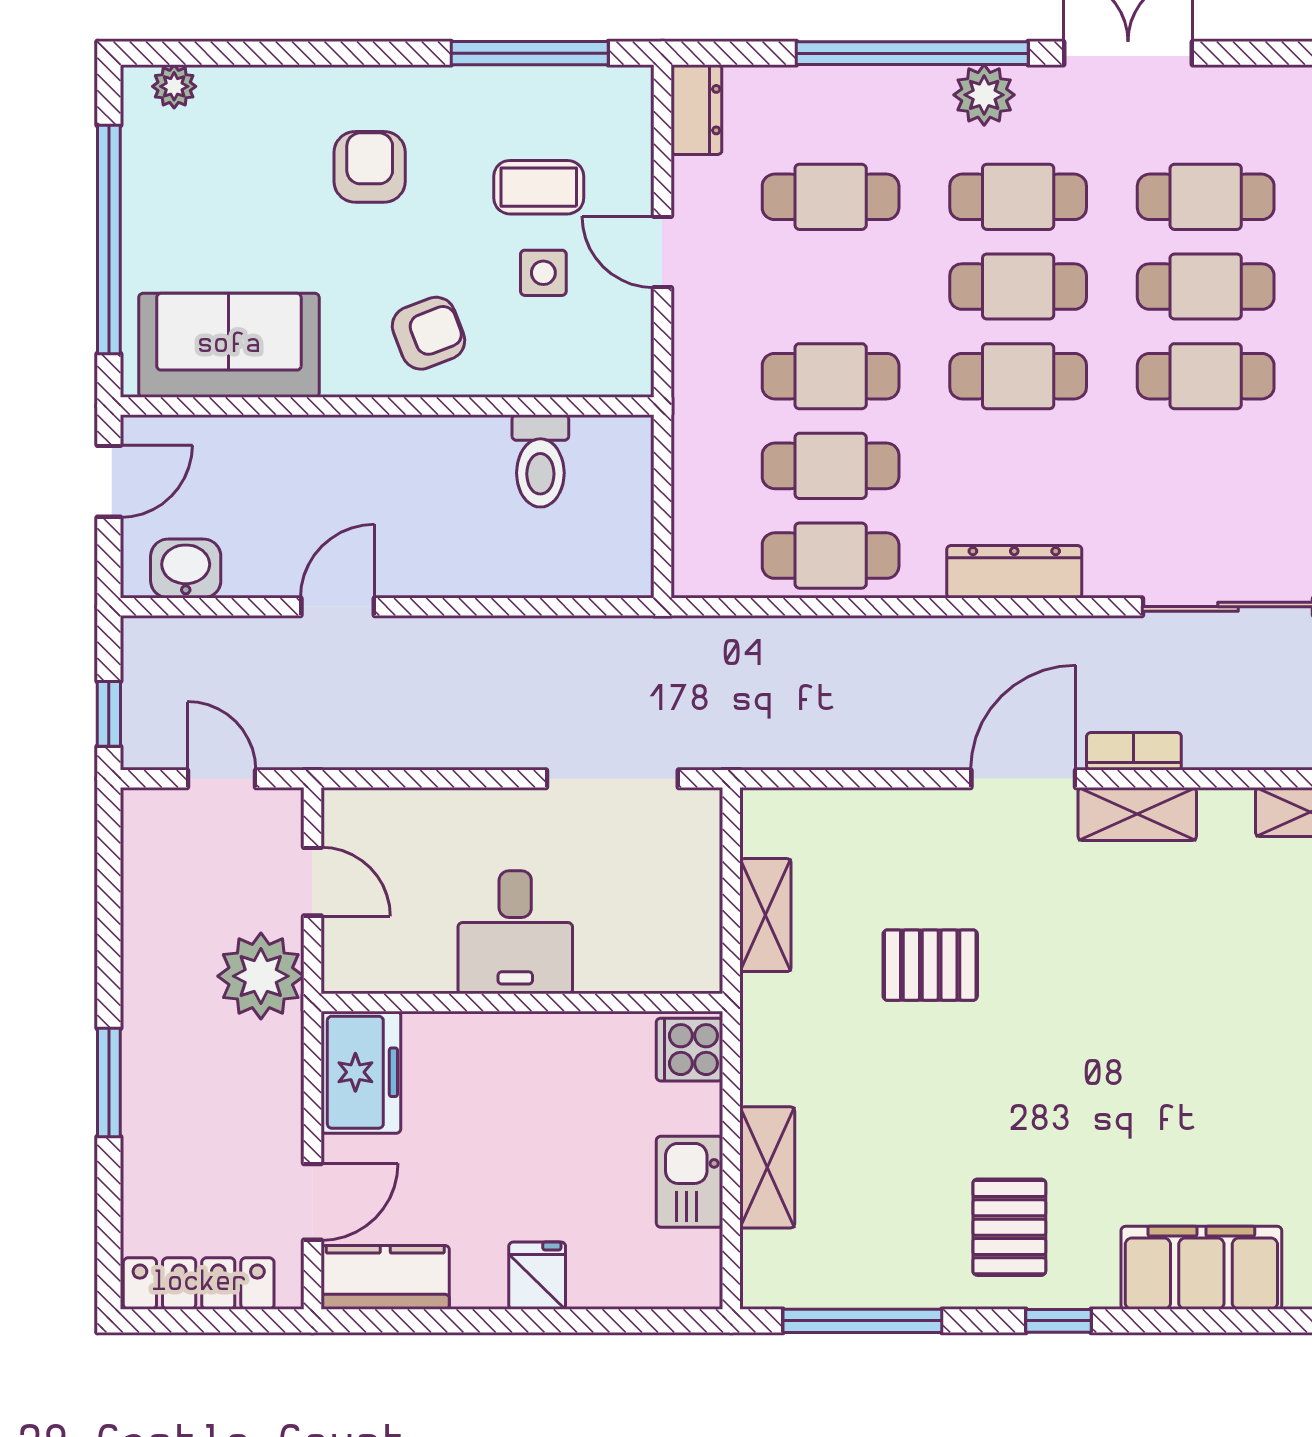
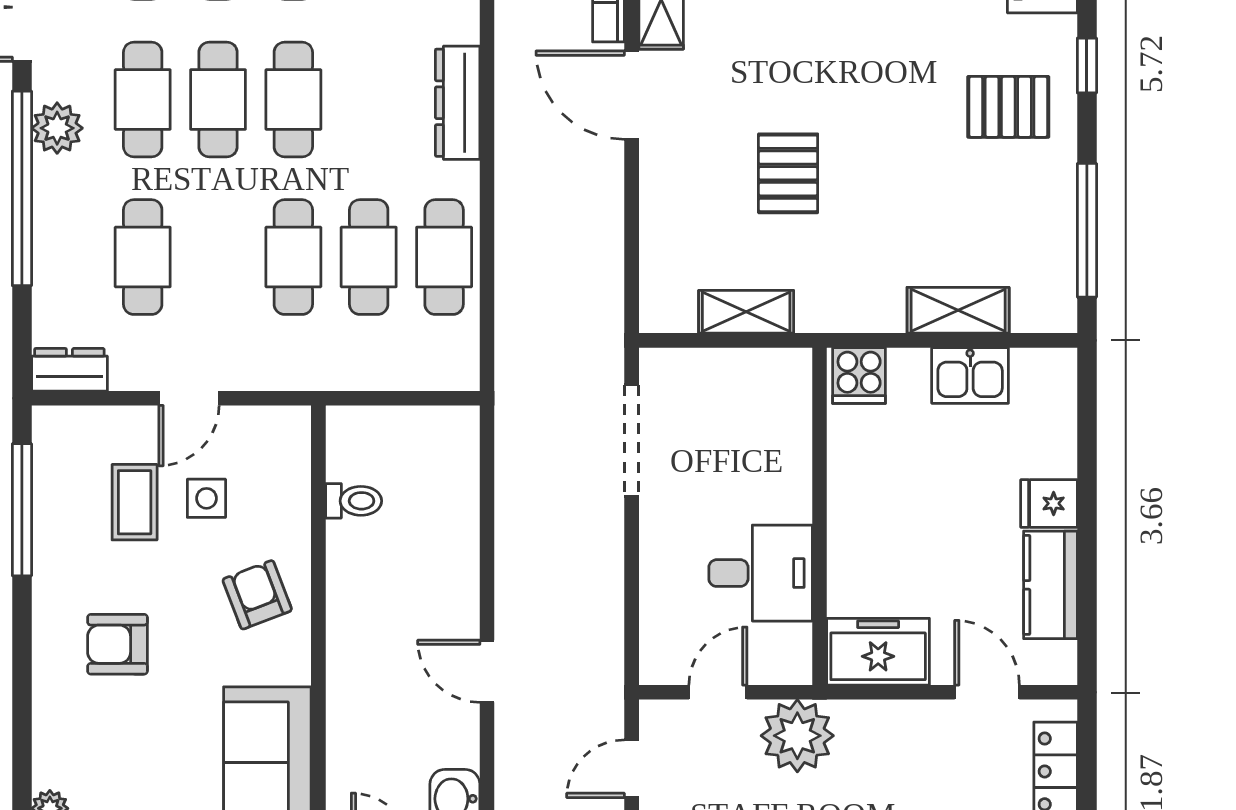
toilet: (540, 461) -> (354, 501), width x0.73, depth x0.72
desk: (515, 932) -> (761, 573), moved
kitchen counter: (385, 1277) -> (1050, 585), moved

